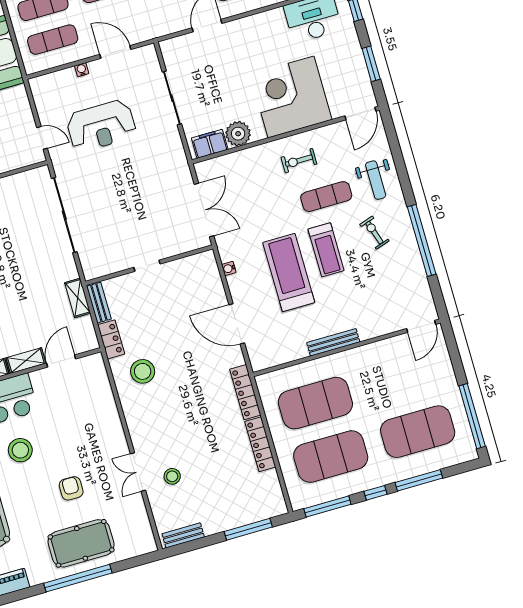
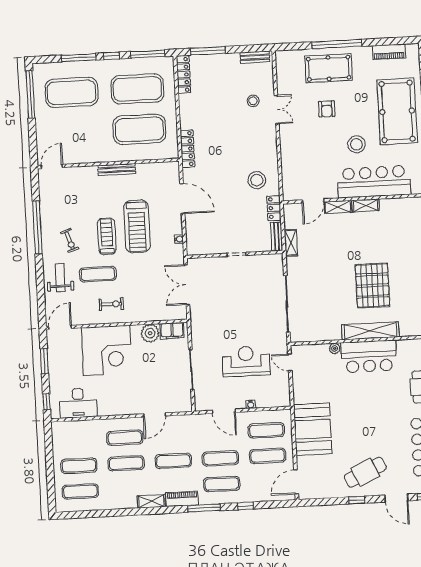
locker: (260, 444) -> (183, 75), moved

